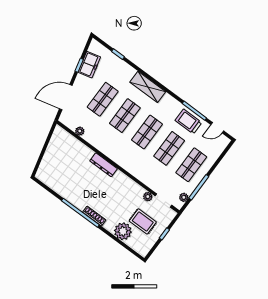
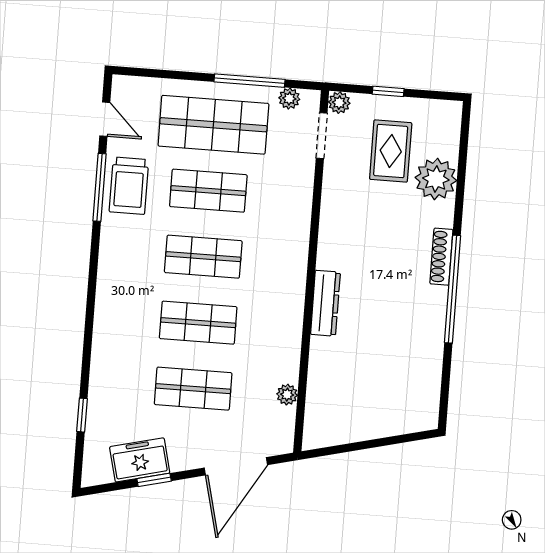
shelving: (148, 87) -> (111, 313), removed
door: (66, 97) -> (236, 466), hinge flipped
shop shelf: (191, 165) -> (213, 125), width x1.43, depth x1.36
plant: (148, 197) -> (339, 103), moved

